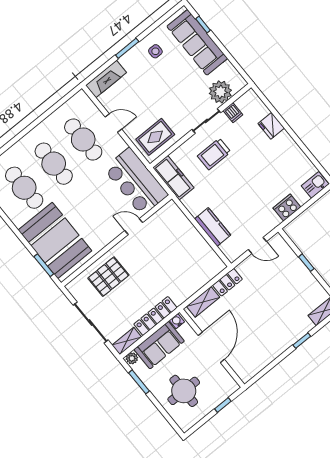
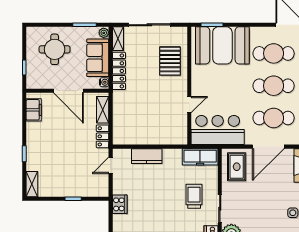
door: (113, 123) -> (268, 147), width x1.88
cooker: (287, 208) -> (120, 204), moved
door: (257, 245) -> (111, 165), moved
filing cabinet: (255, 365) -> (34, 110), added

